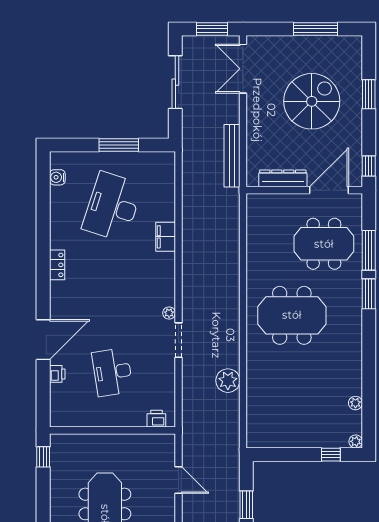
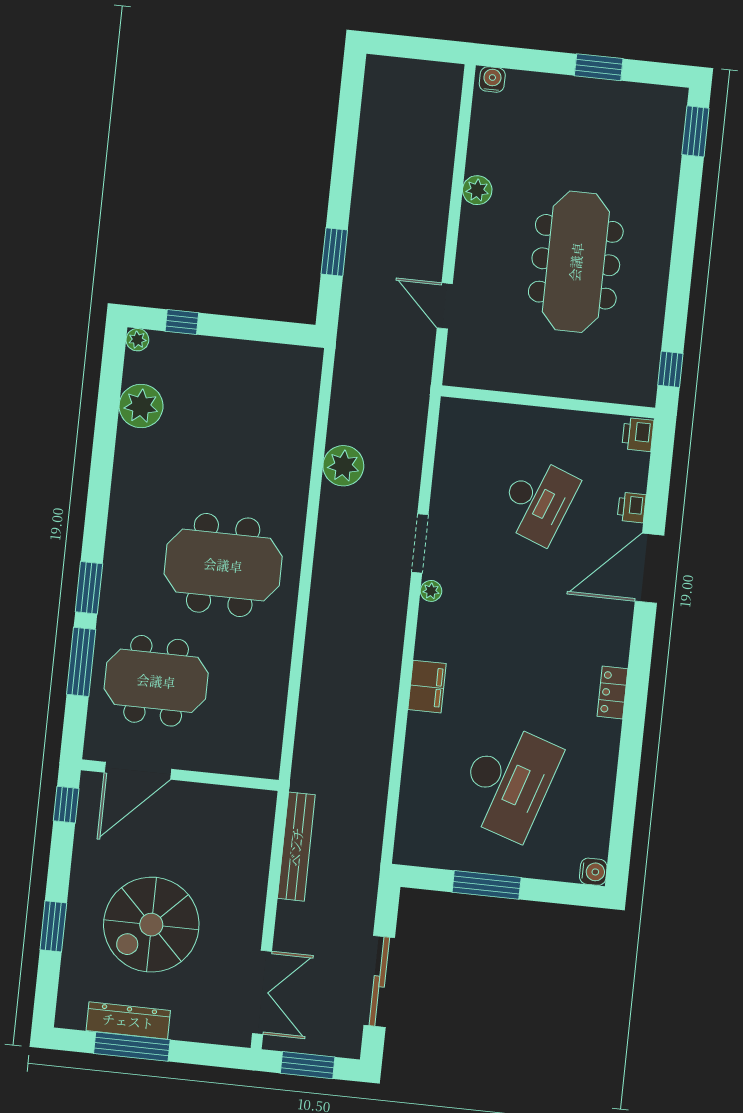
water cooler: (57, 177) -> (593, 872), moved
dresser: (283, 178) -> (128, 1021), moved, turned 180
filing cabinet: (166, 237) -> (427, 687), moved
desk: (112, 372) -> (538, 501), turned 30
plant: (355, 403) -> (141, 406), width x1.87, depth x1.87
printer: (156, 419) -> (638, 435), moved, turned 90

